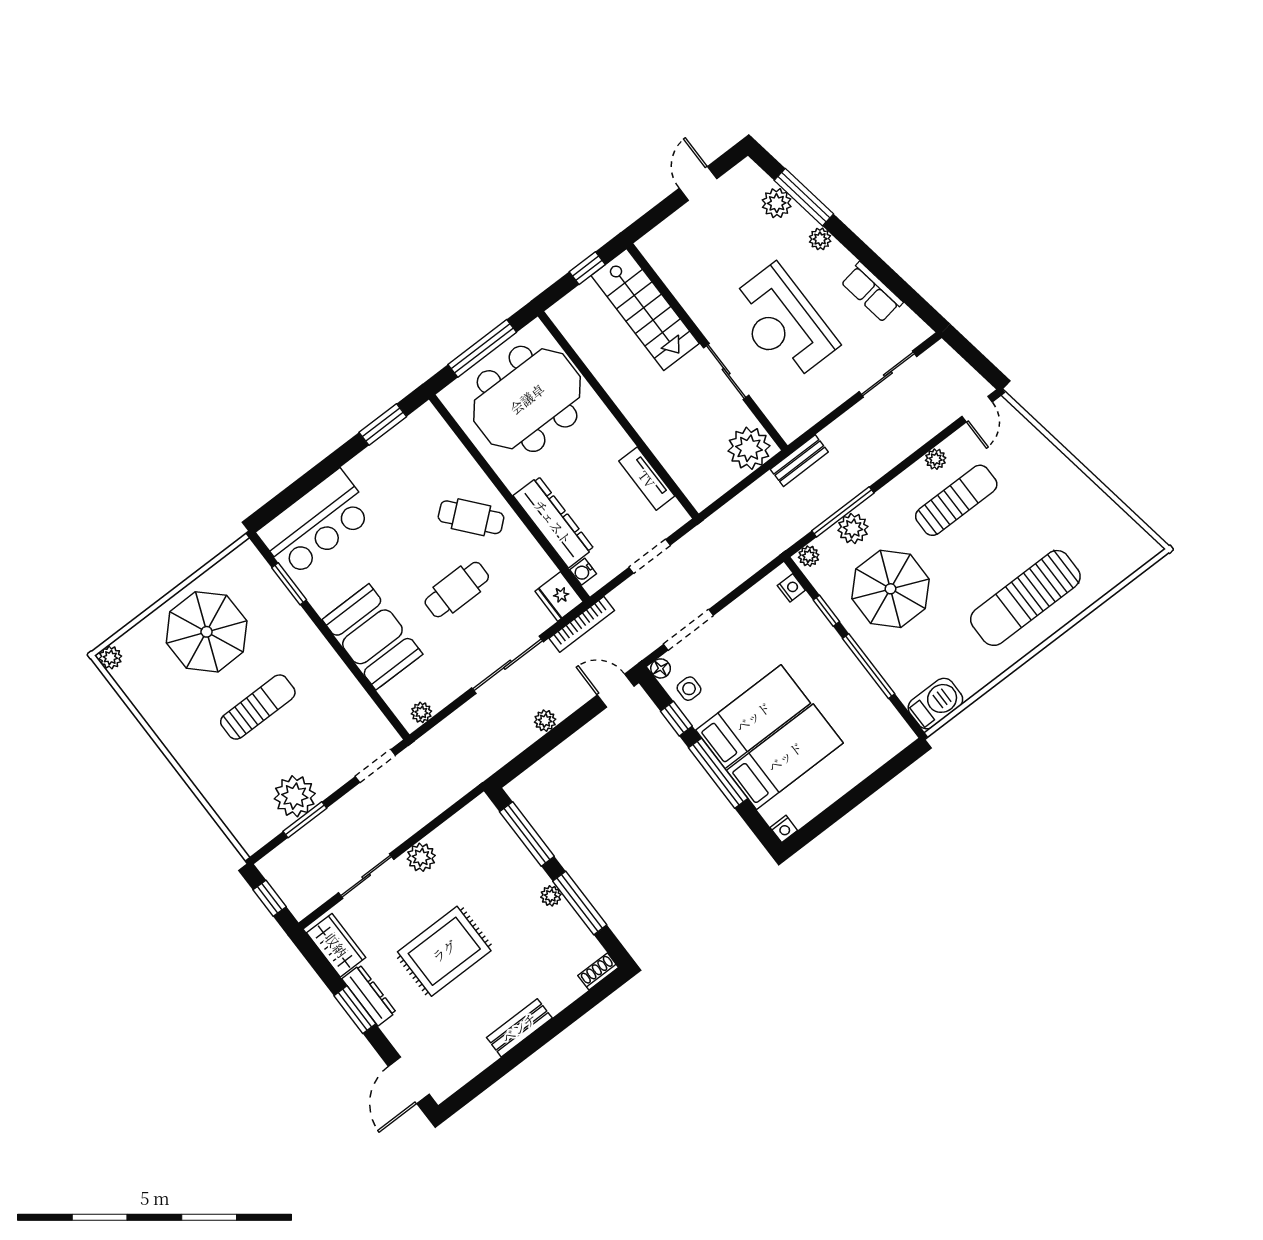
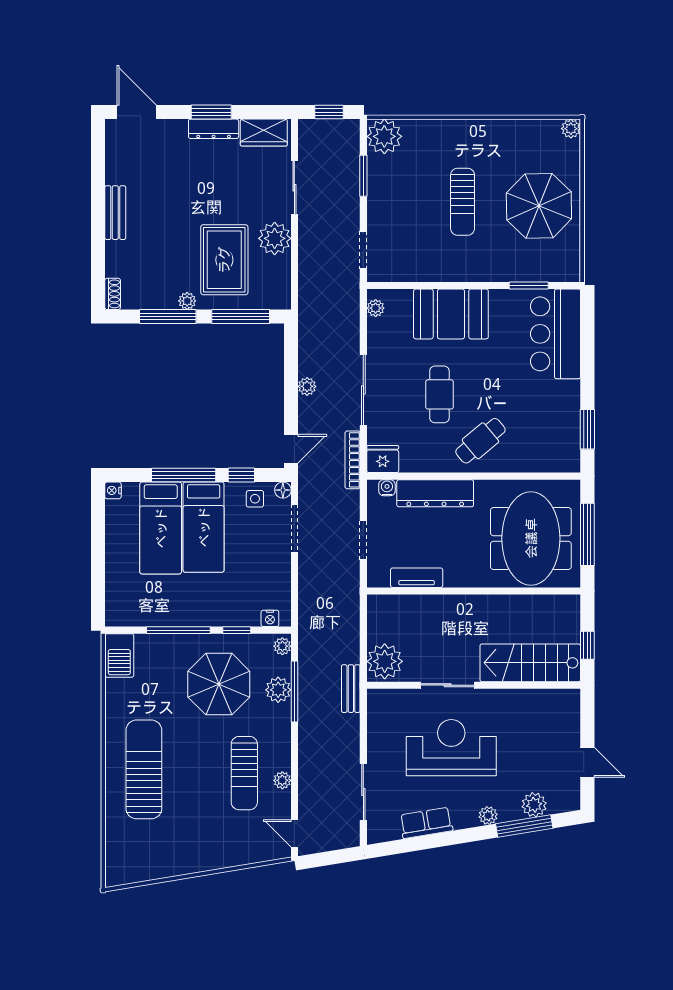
plant: (295, 796) -> (384, 136), moved
plant: (421, 857) -> (275, 238), width x1.36, depth x1.36
rug: (444, 951) -> (224, 260), moved

